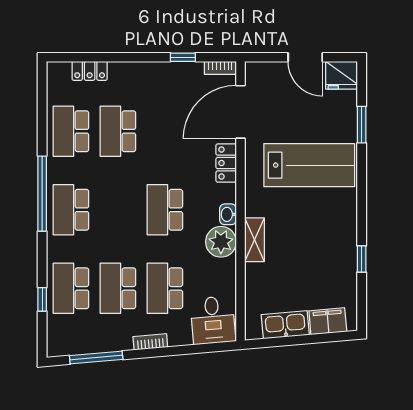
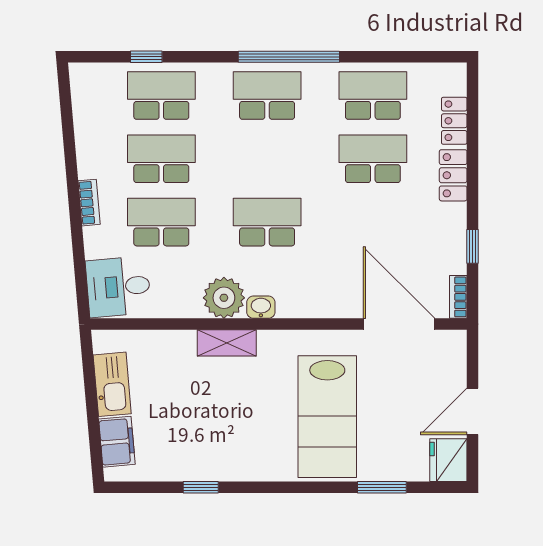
locker: (226, 163) -> (453, 175), moved, turned -90
window: (96, 358) -> (68, 129), removed

